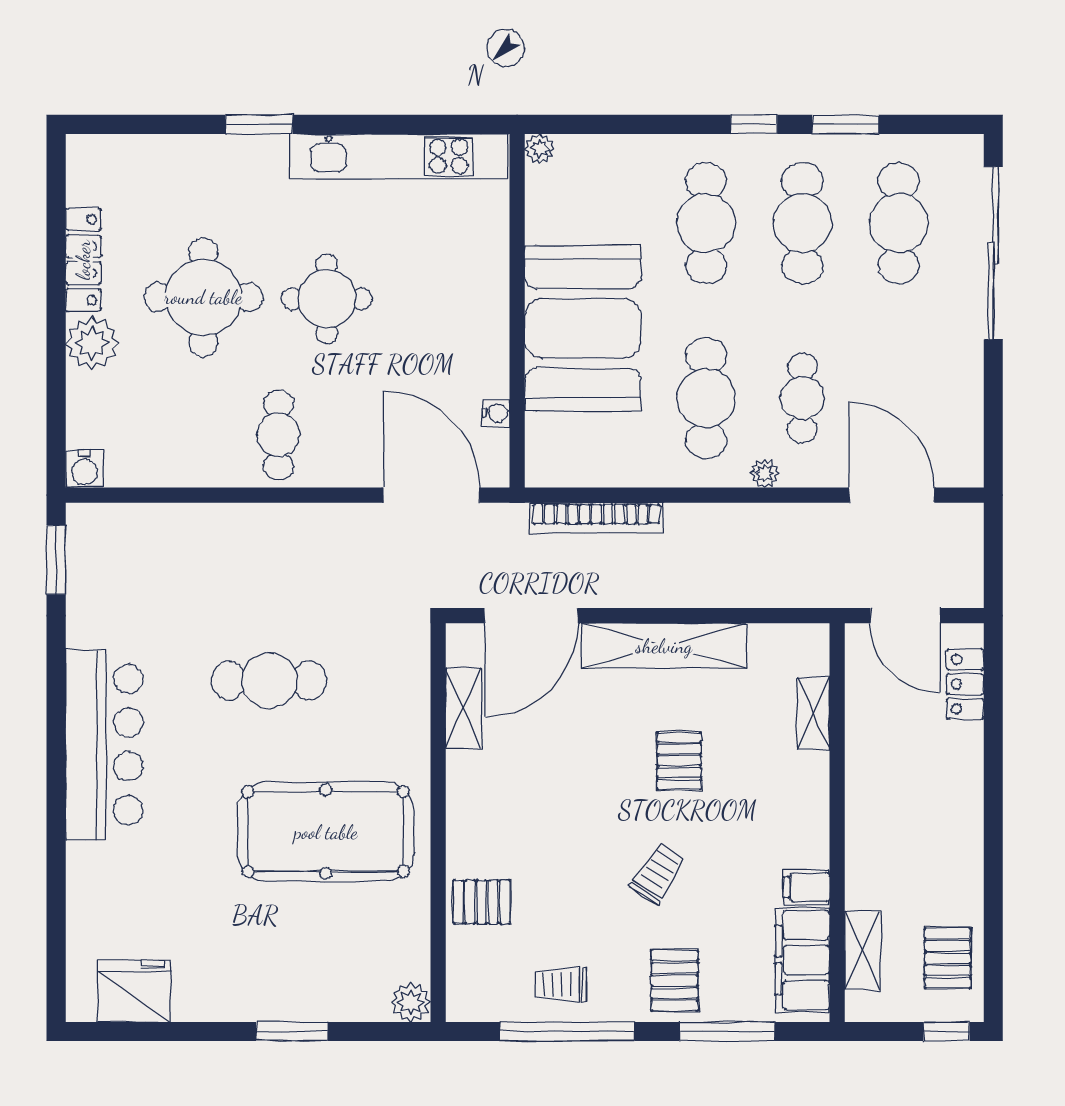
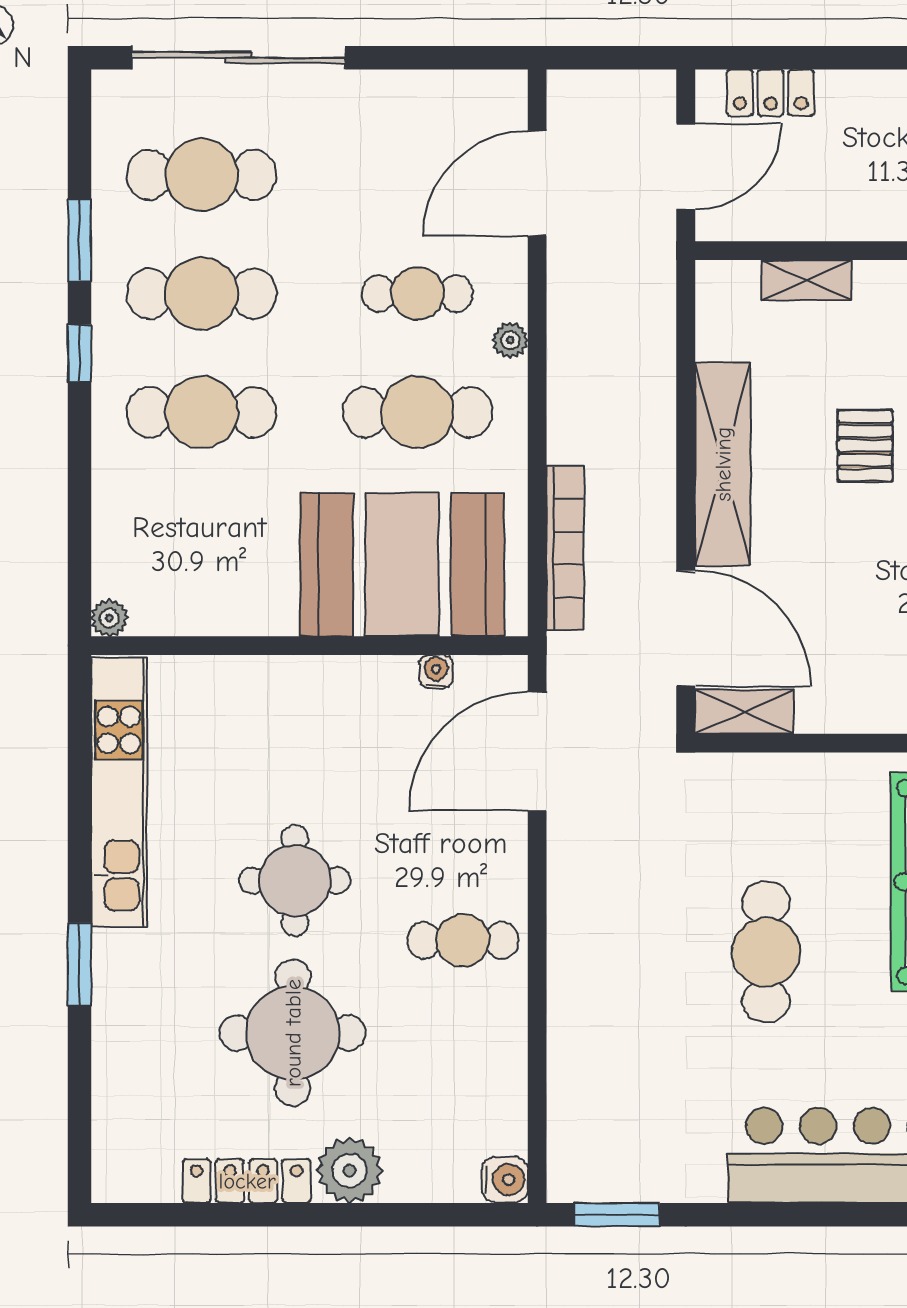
booth: (583, 328) -> (402, 565), moved
shelving: (464, 708) -> (744, 712), moved
pallet: (679, 761) -> (865, 446), turned 90

